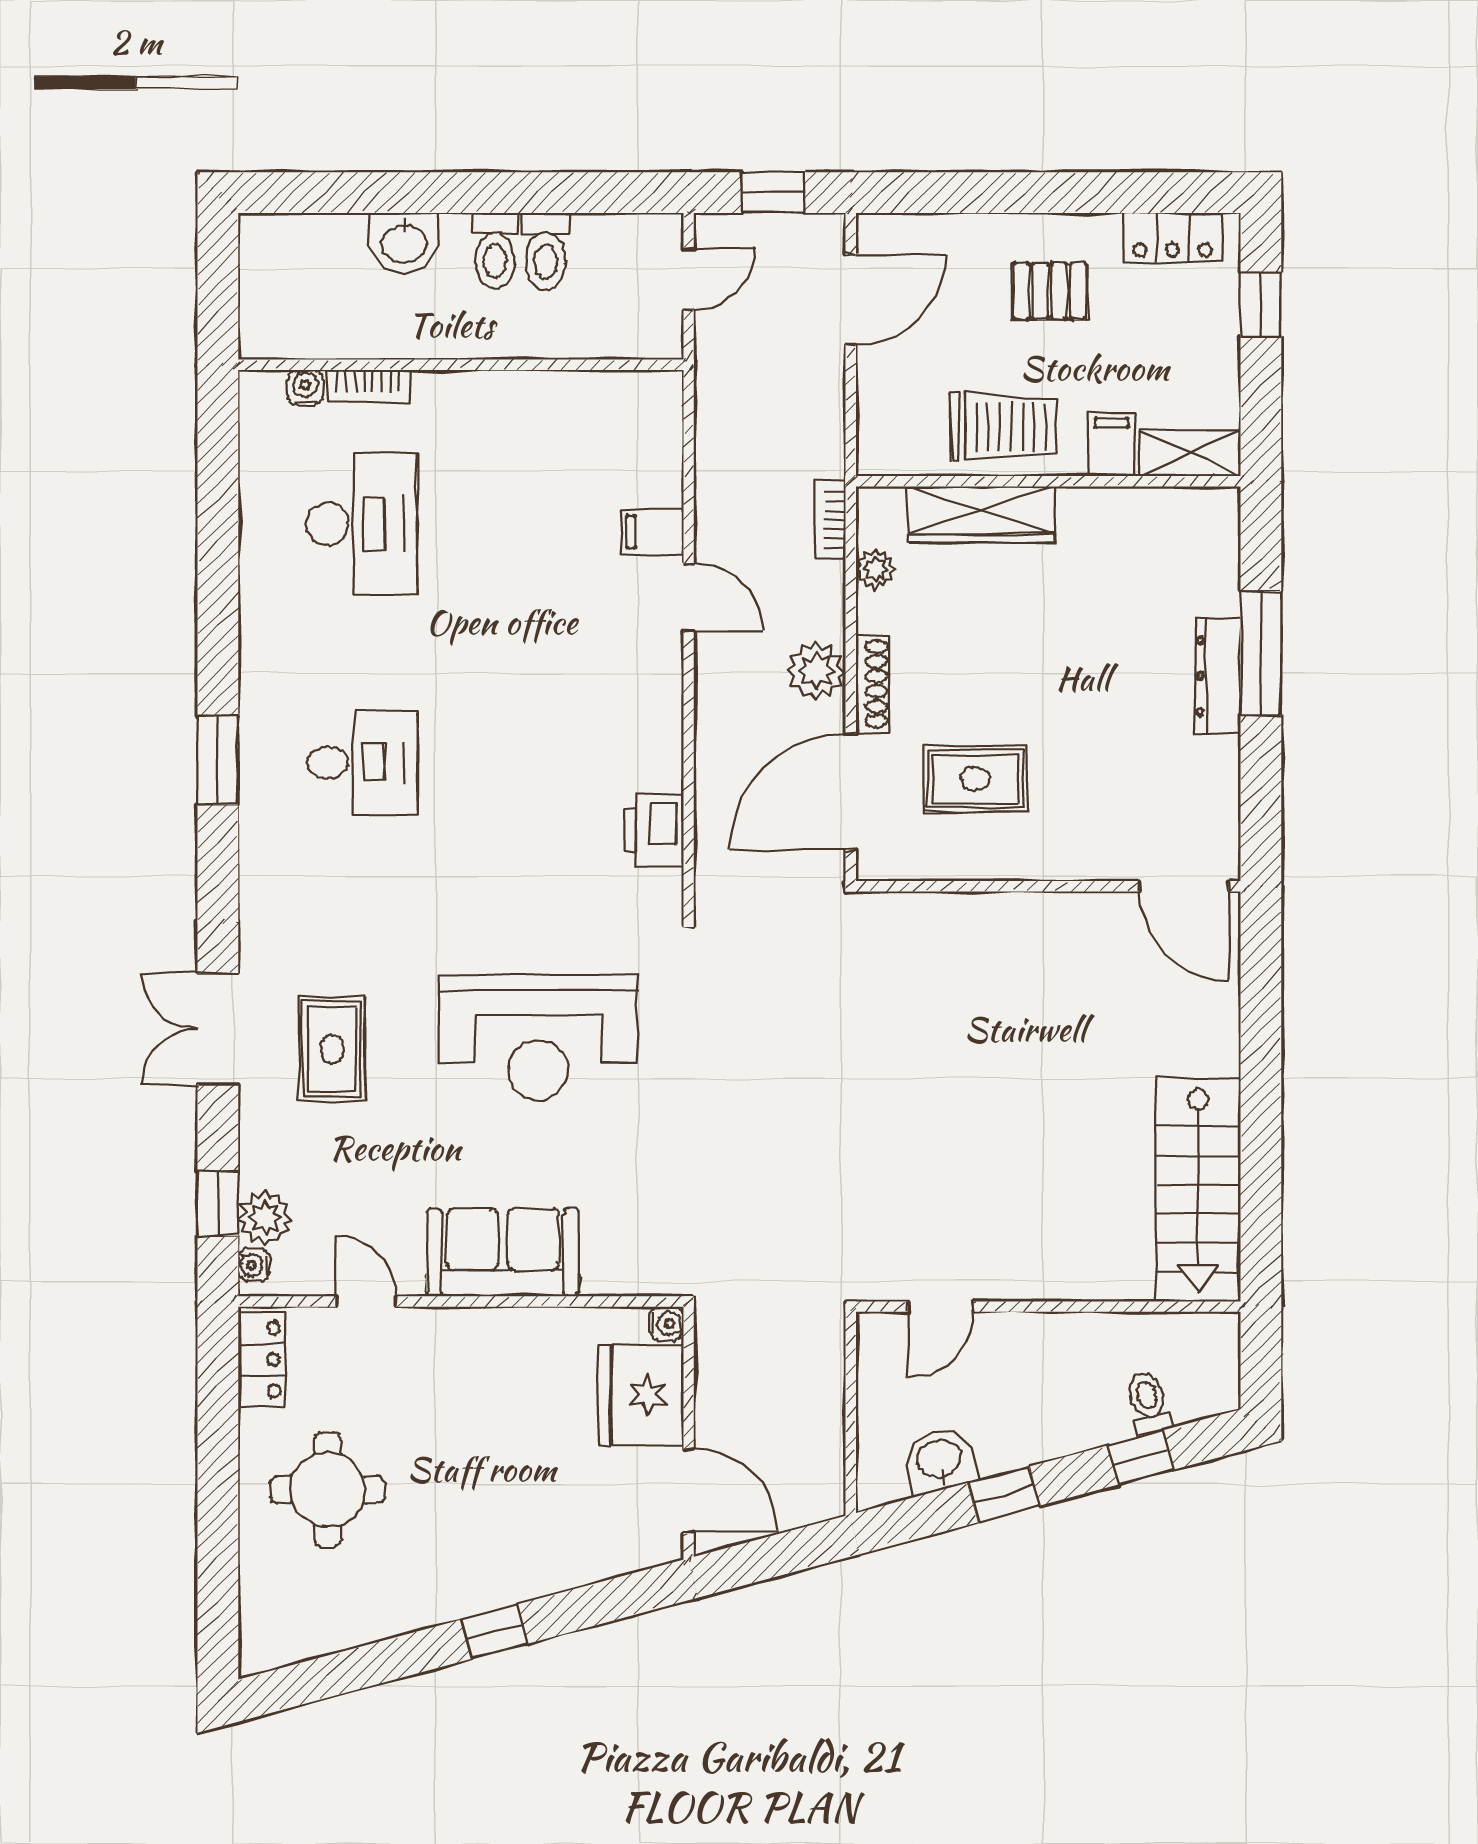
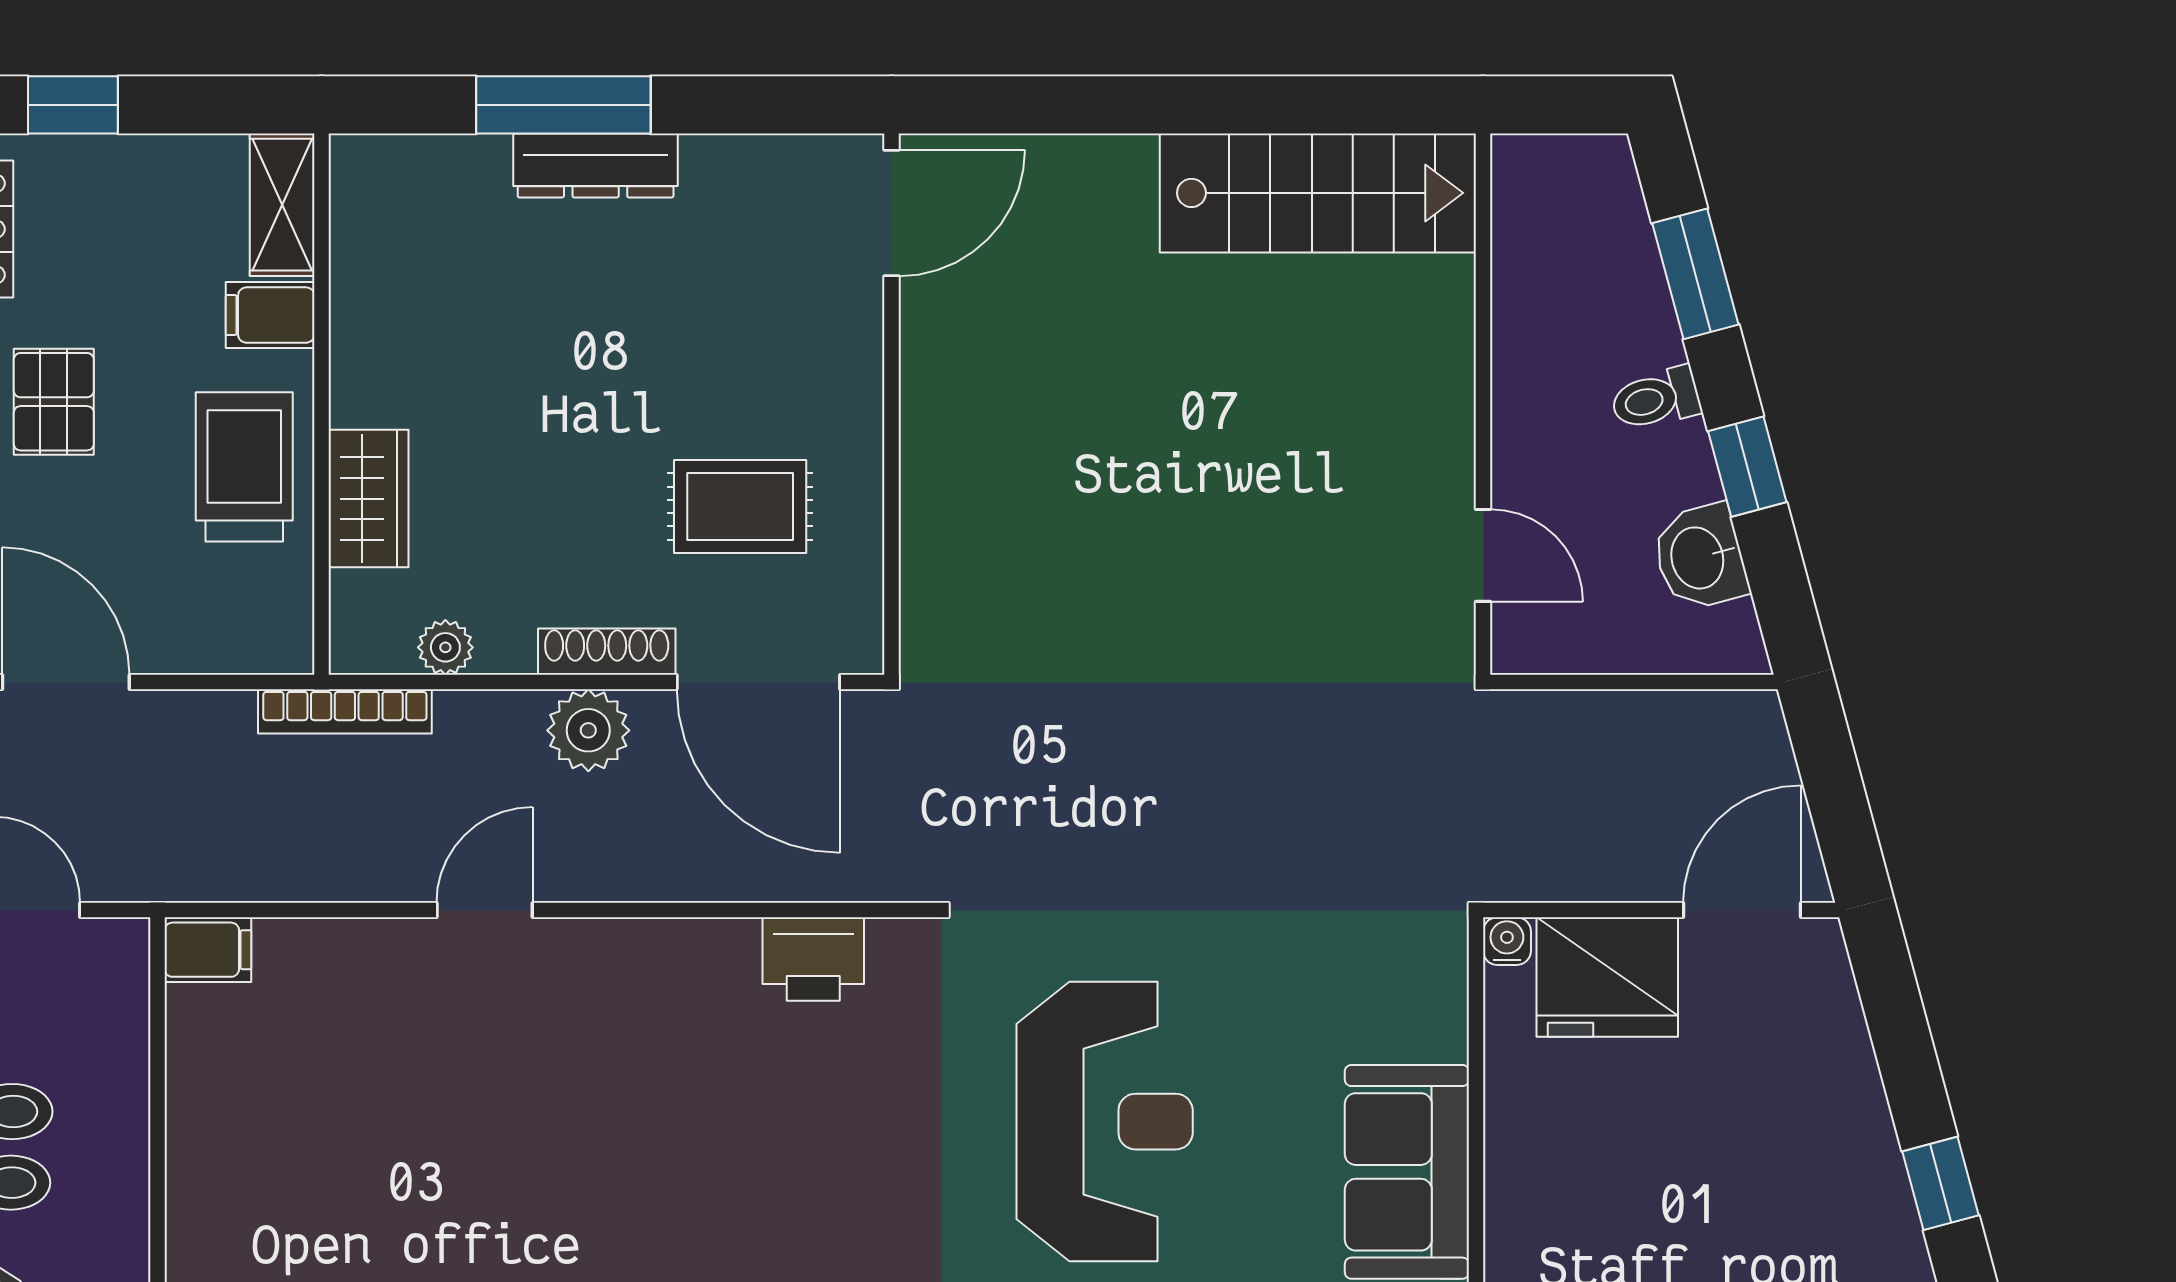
wardrobe: (981, 515) -> (368, 499), width x0.67
bookcase: (830, 520) -> (345, 711), width x1.56
filing cabinet: (653, 532) -> (208, 950), moved, turned -90
rug: (975, 779) -> (740, 507), turned 90
toilet: (1149, 1403) -> (1656, 399), moved
window: (1141, 1457) -> (1695, 274), width x1.50

